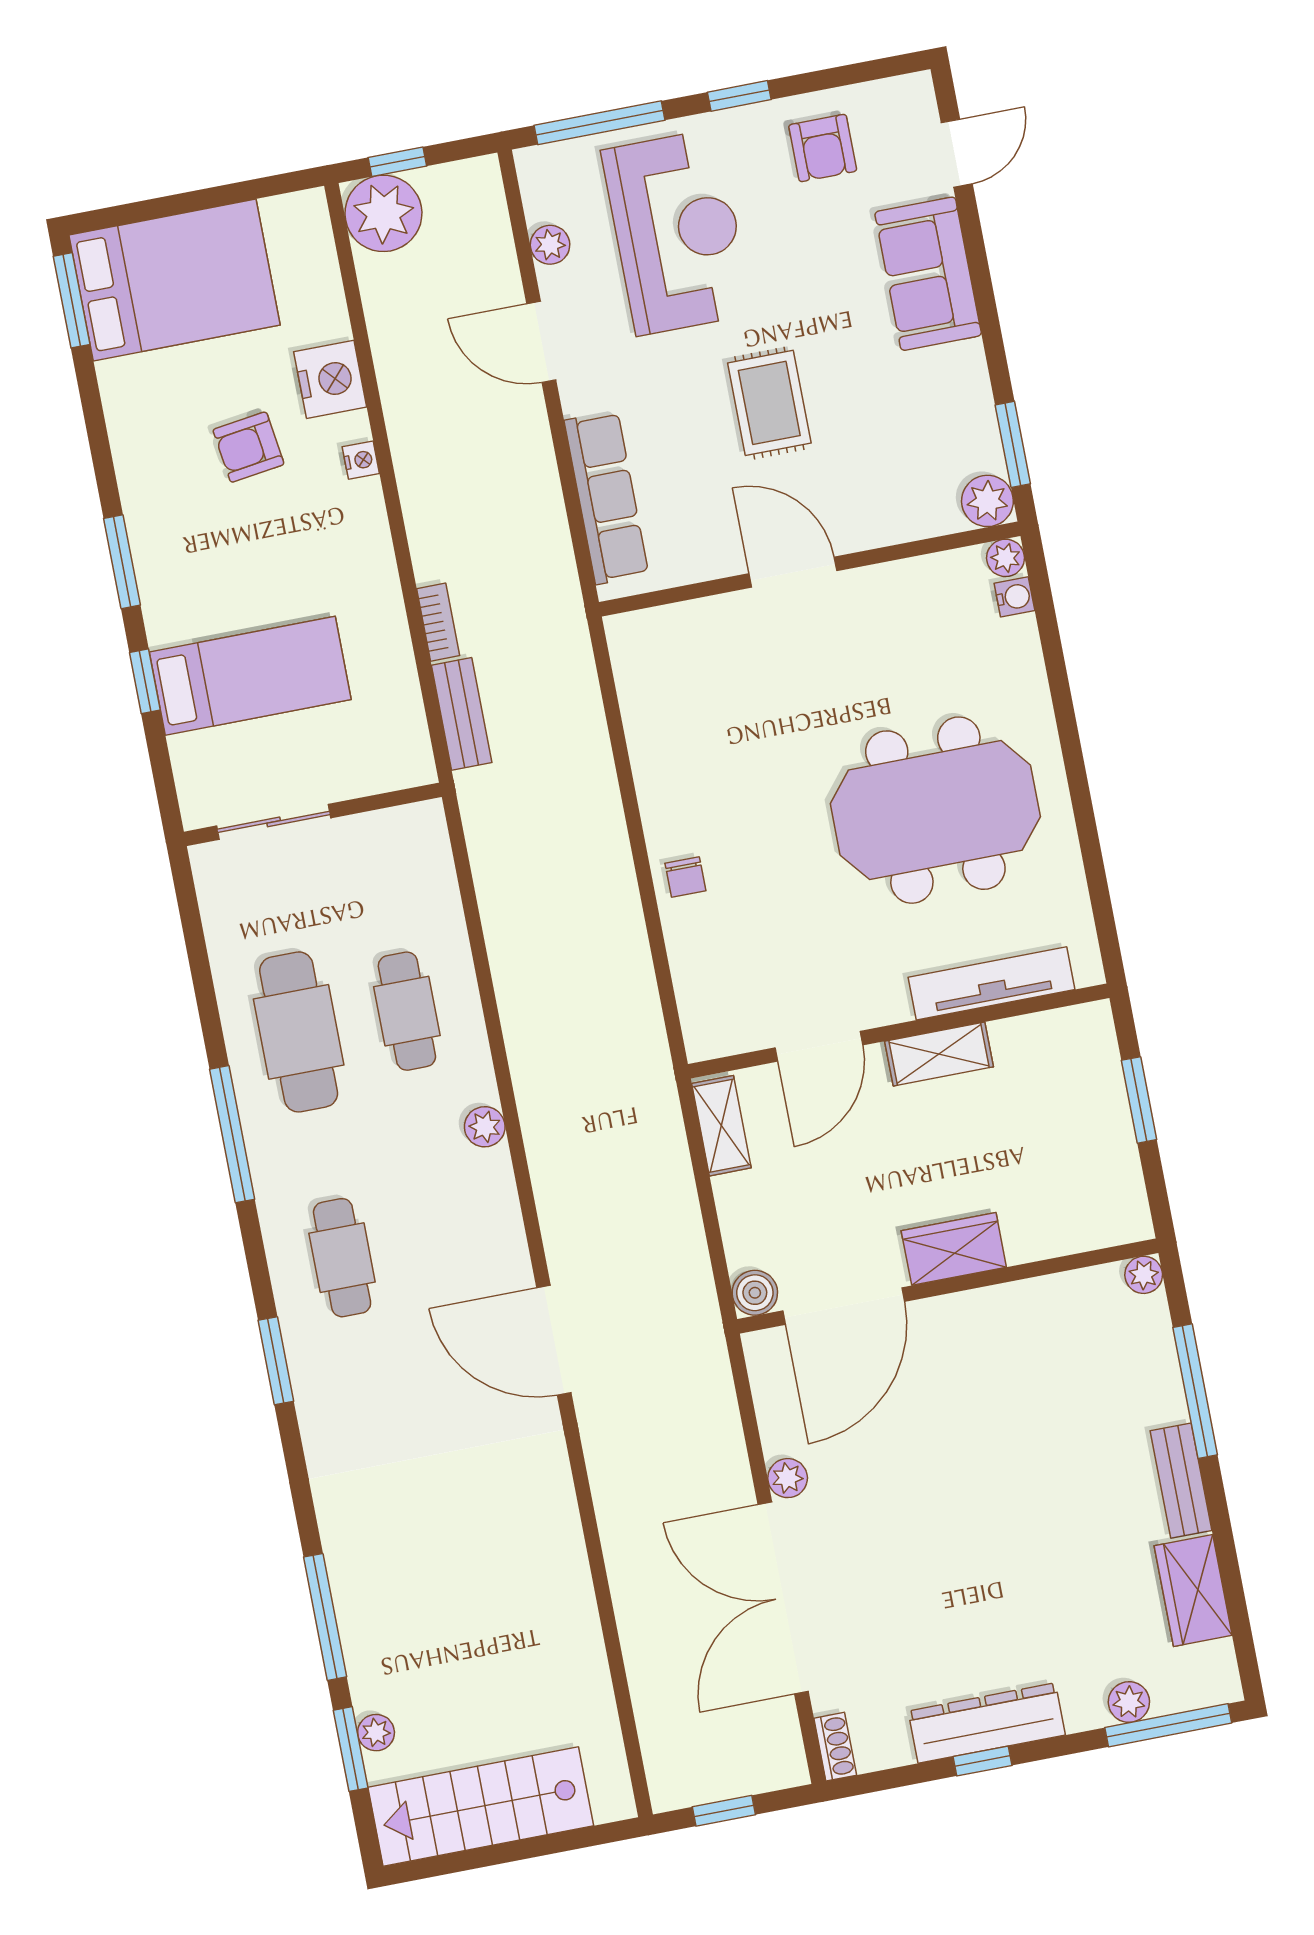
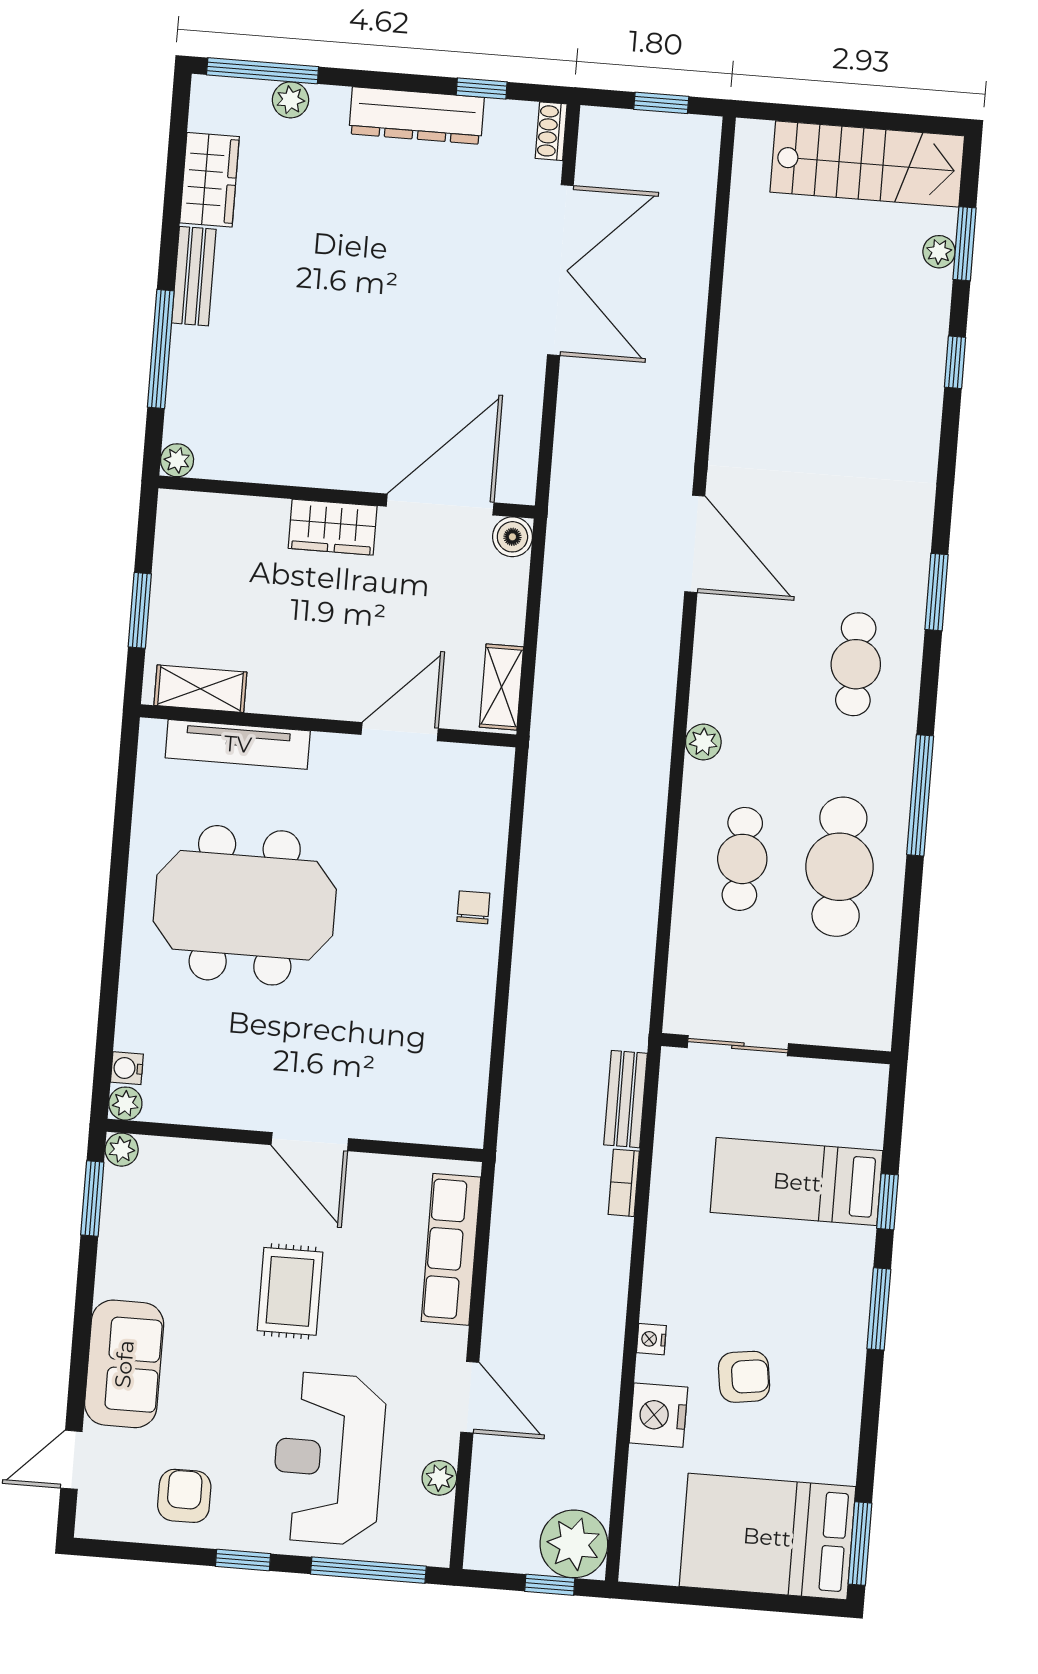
plant: (987, 501) -> (122, 1150), width x0.73, depth x0.73
sliding door: (274, 822) -> (738, 1046), moved
shelving: (939, 1054) -> (200, 689), moved
plant: (788, 1478) -> (528, 371), removed
window: (325, 1617) -> (955, 362), width x0.46
window: (983, 1761) -> (482, 88), moved

